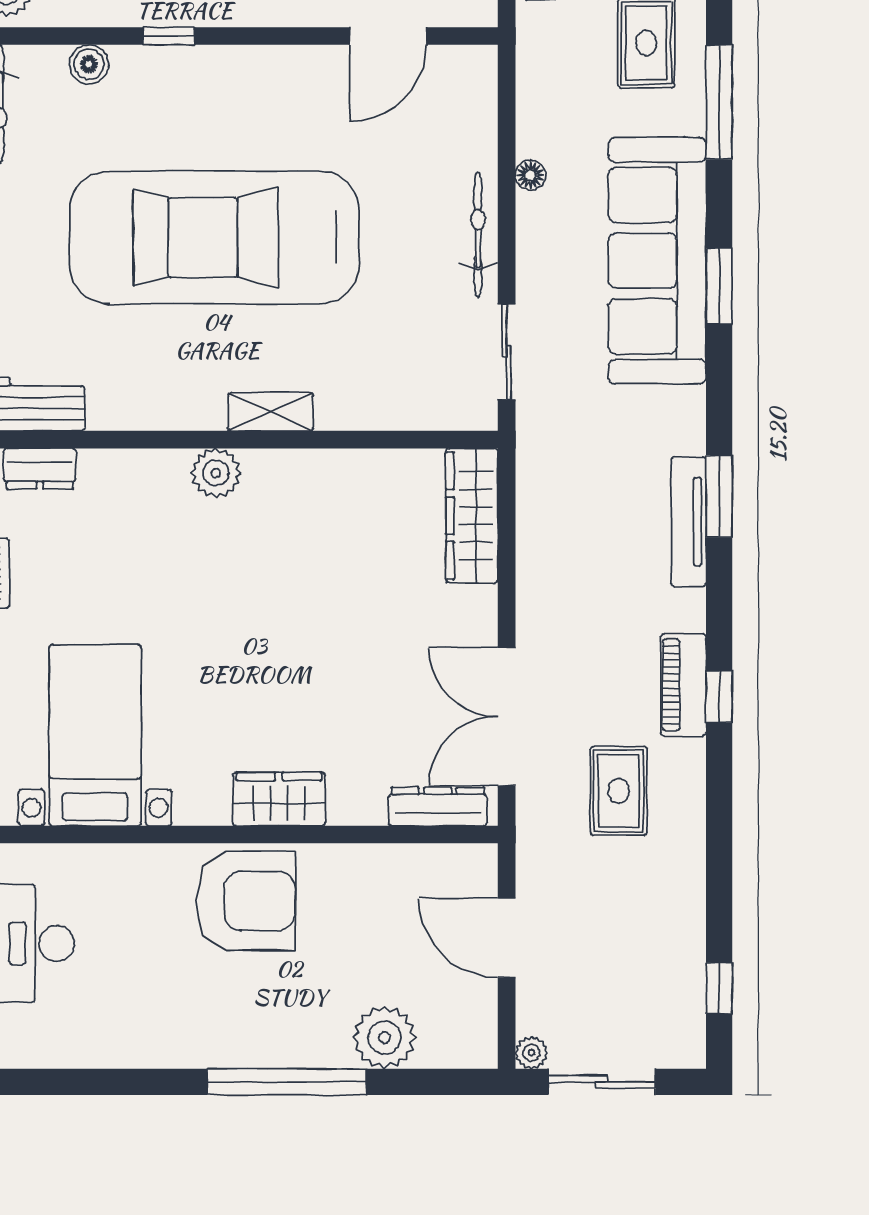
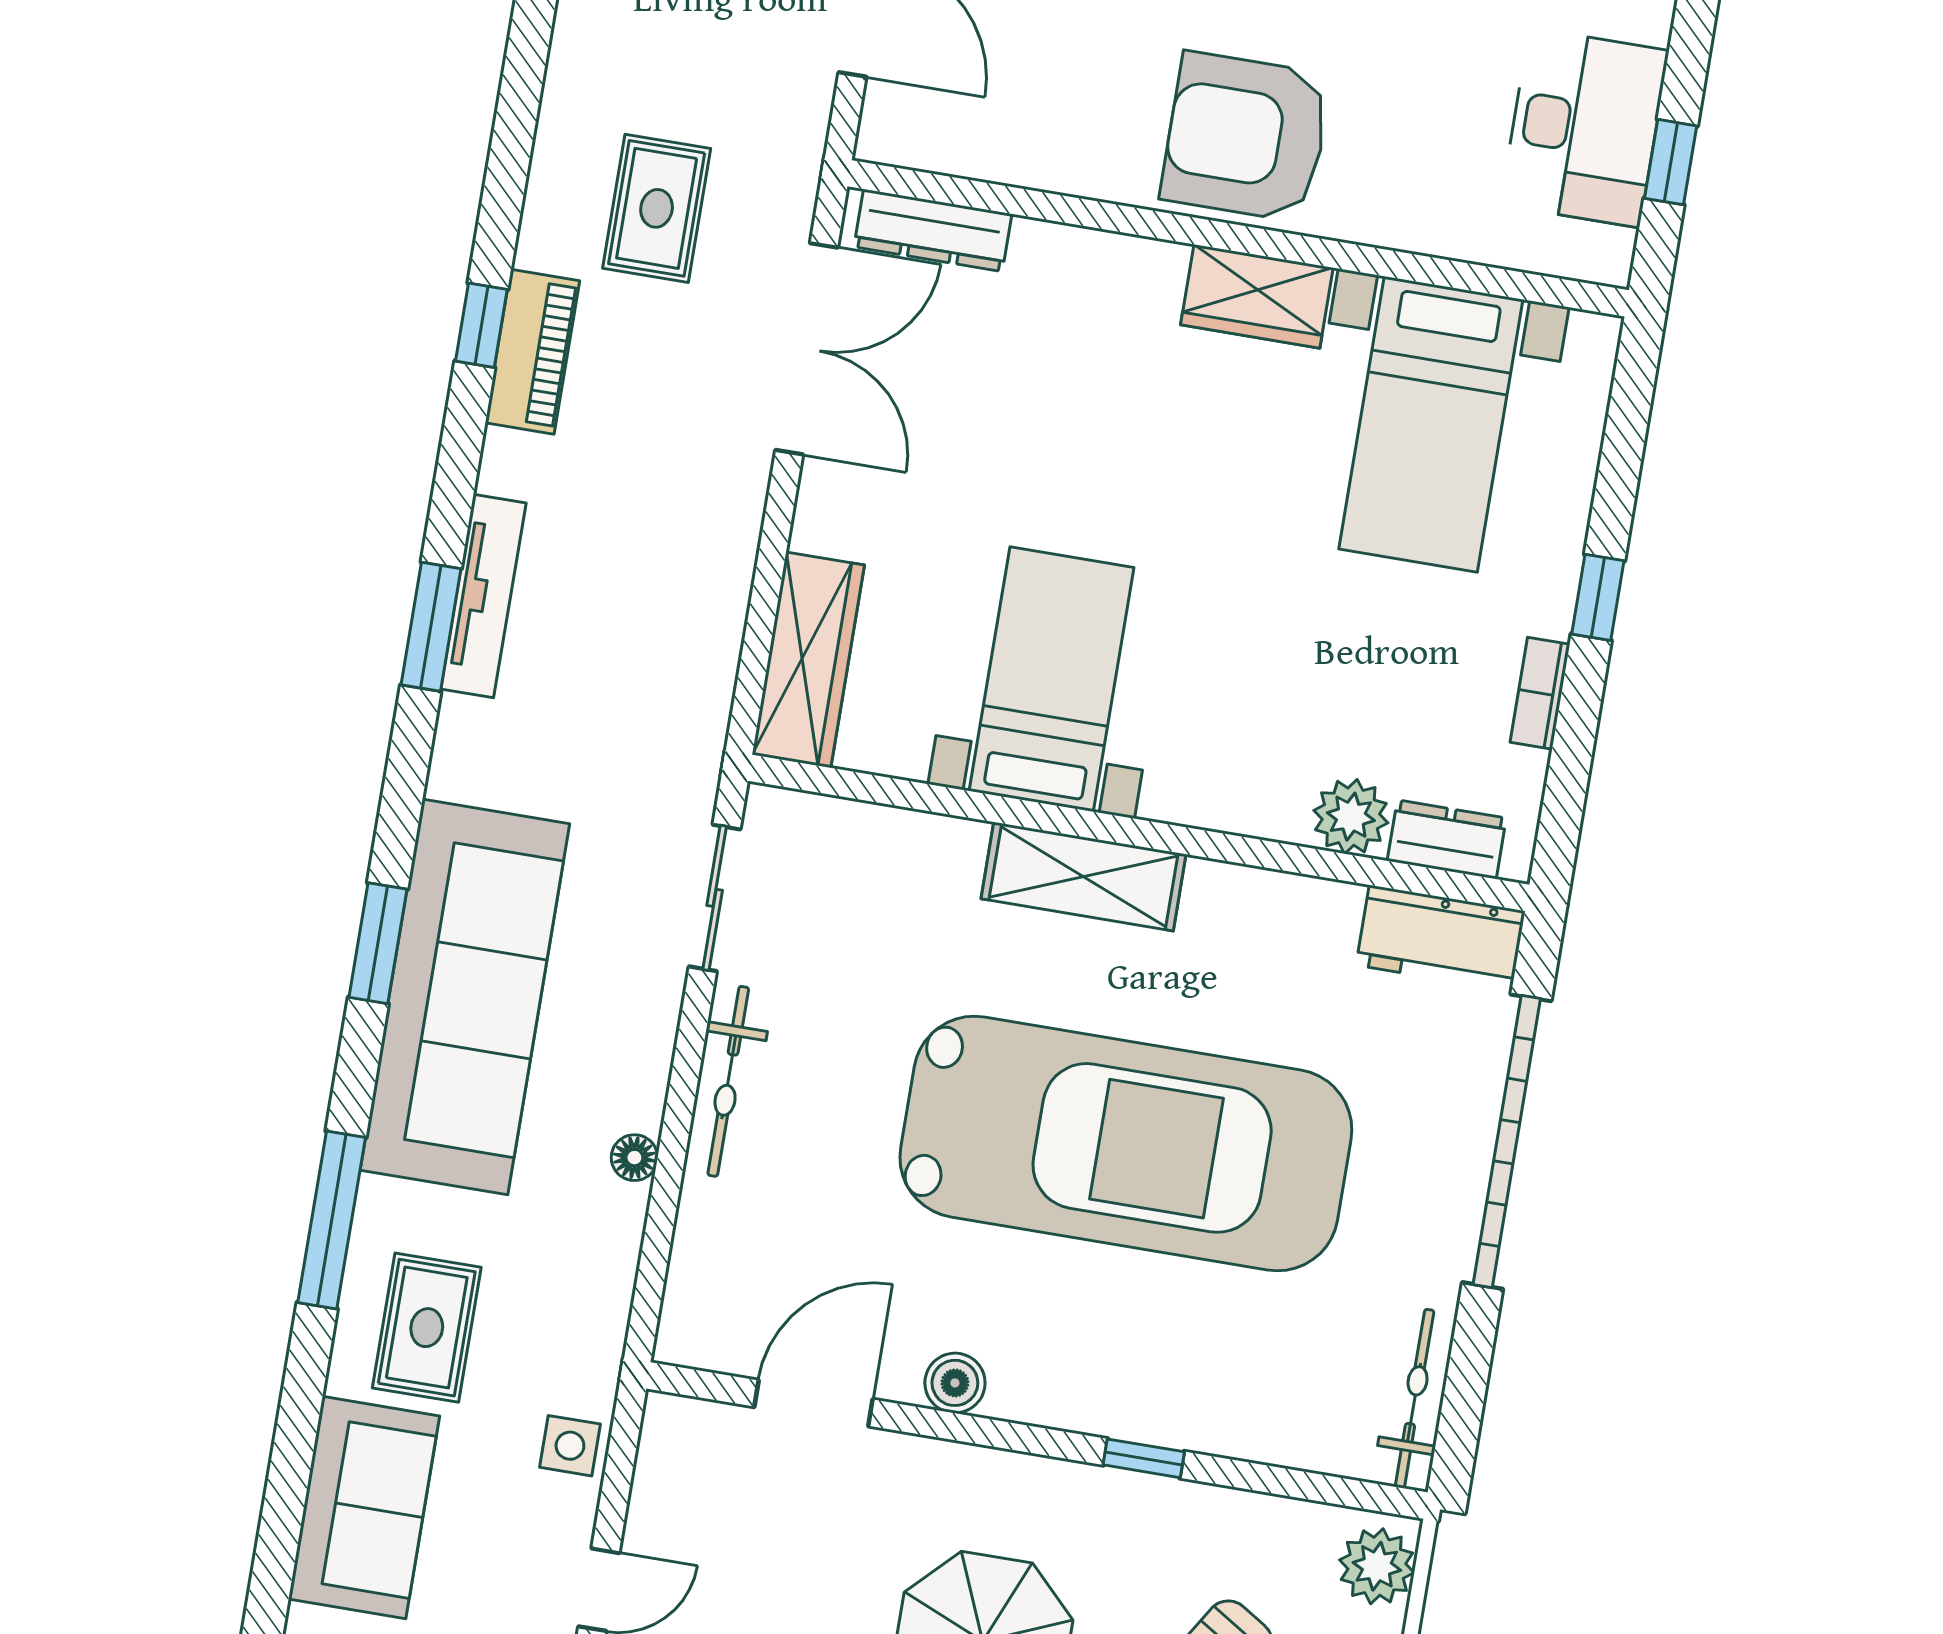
boiler: (89, 64) -> (955, 1383), moved
shelving: (271, 412) -> (1083, 877), width x1.50, depth x1.33
plant: (216, 473) -> (1351, 817), moved
bed with nightstands: (313, 529) -> (1052, 679), added
wardrobe: (279, 799) -> (1257, 296), moved

